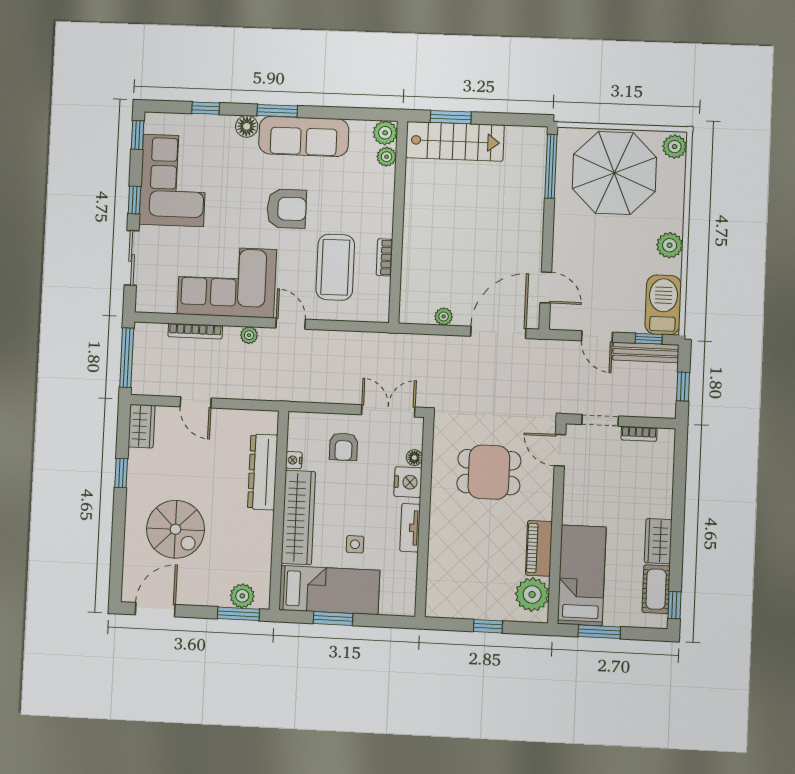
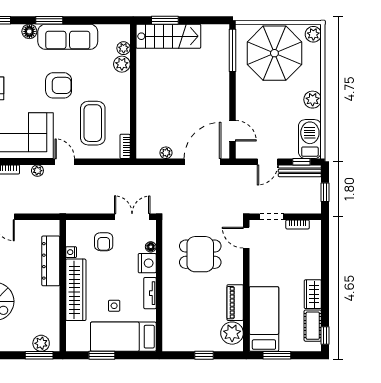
plant: (385, 133) -> (122, 64), moved
bookcase: (384, 257) -> (125, 146), moved
door: (597, 336) -> (267, 162), hinge flipped
bed: (329, 590) -> (123, 337), moved, turned 180

